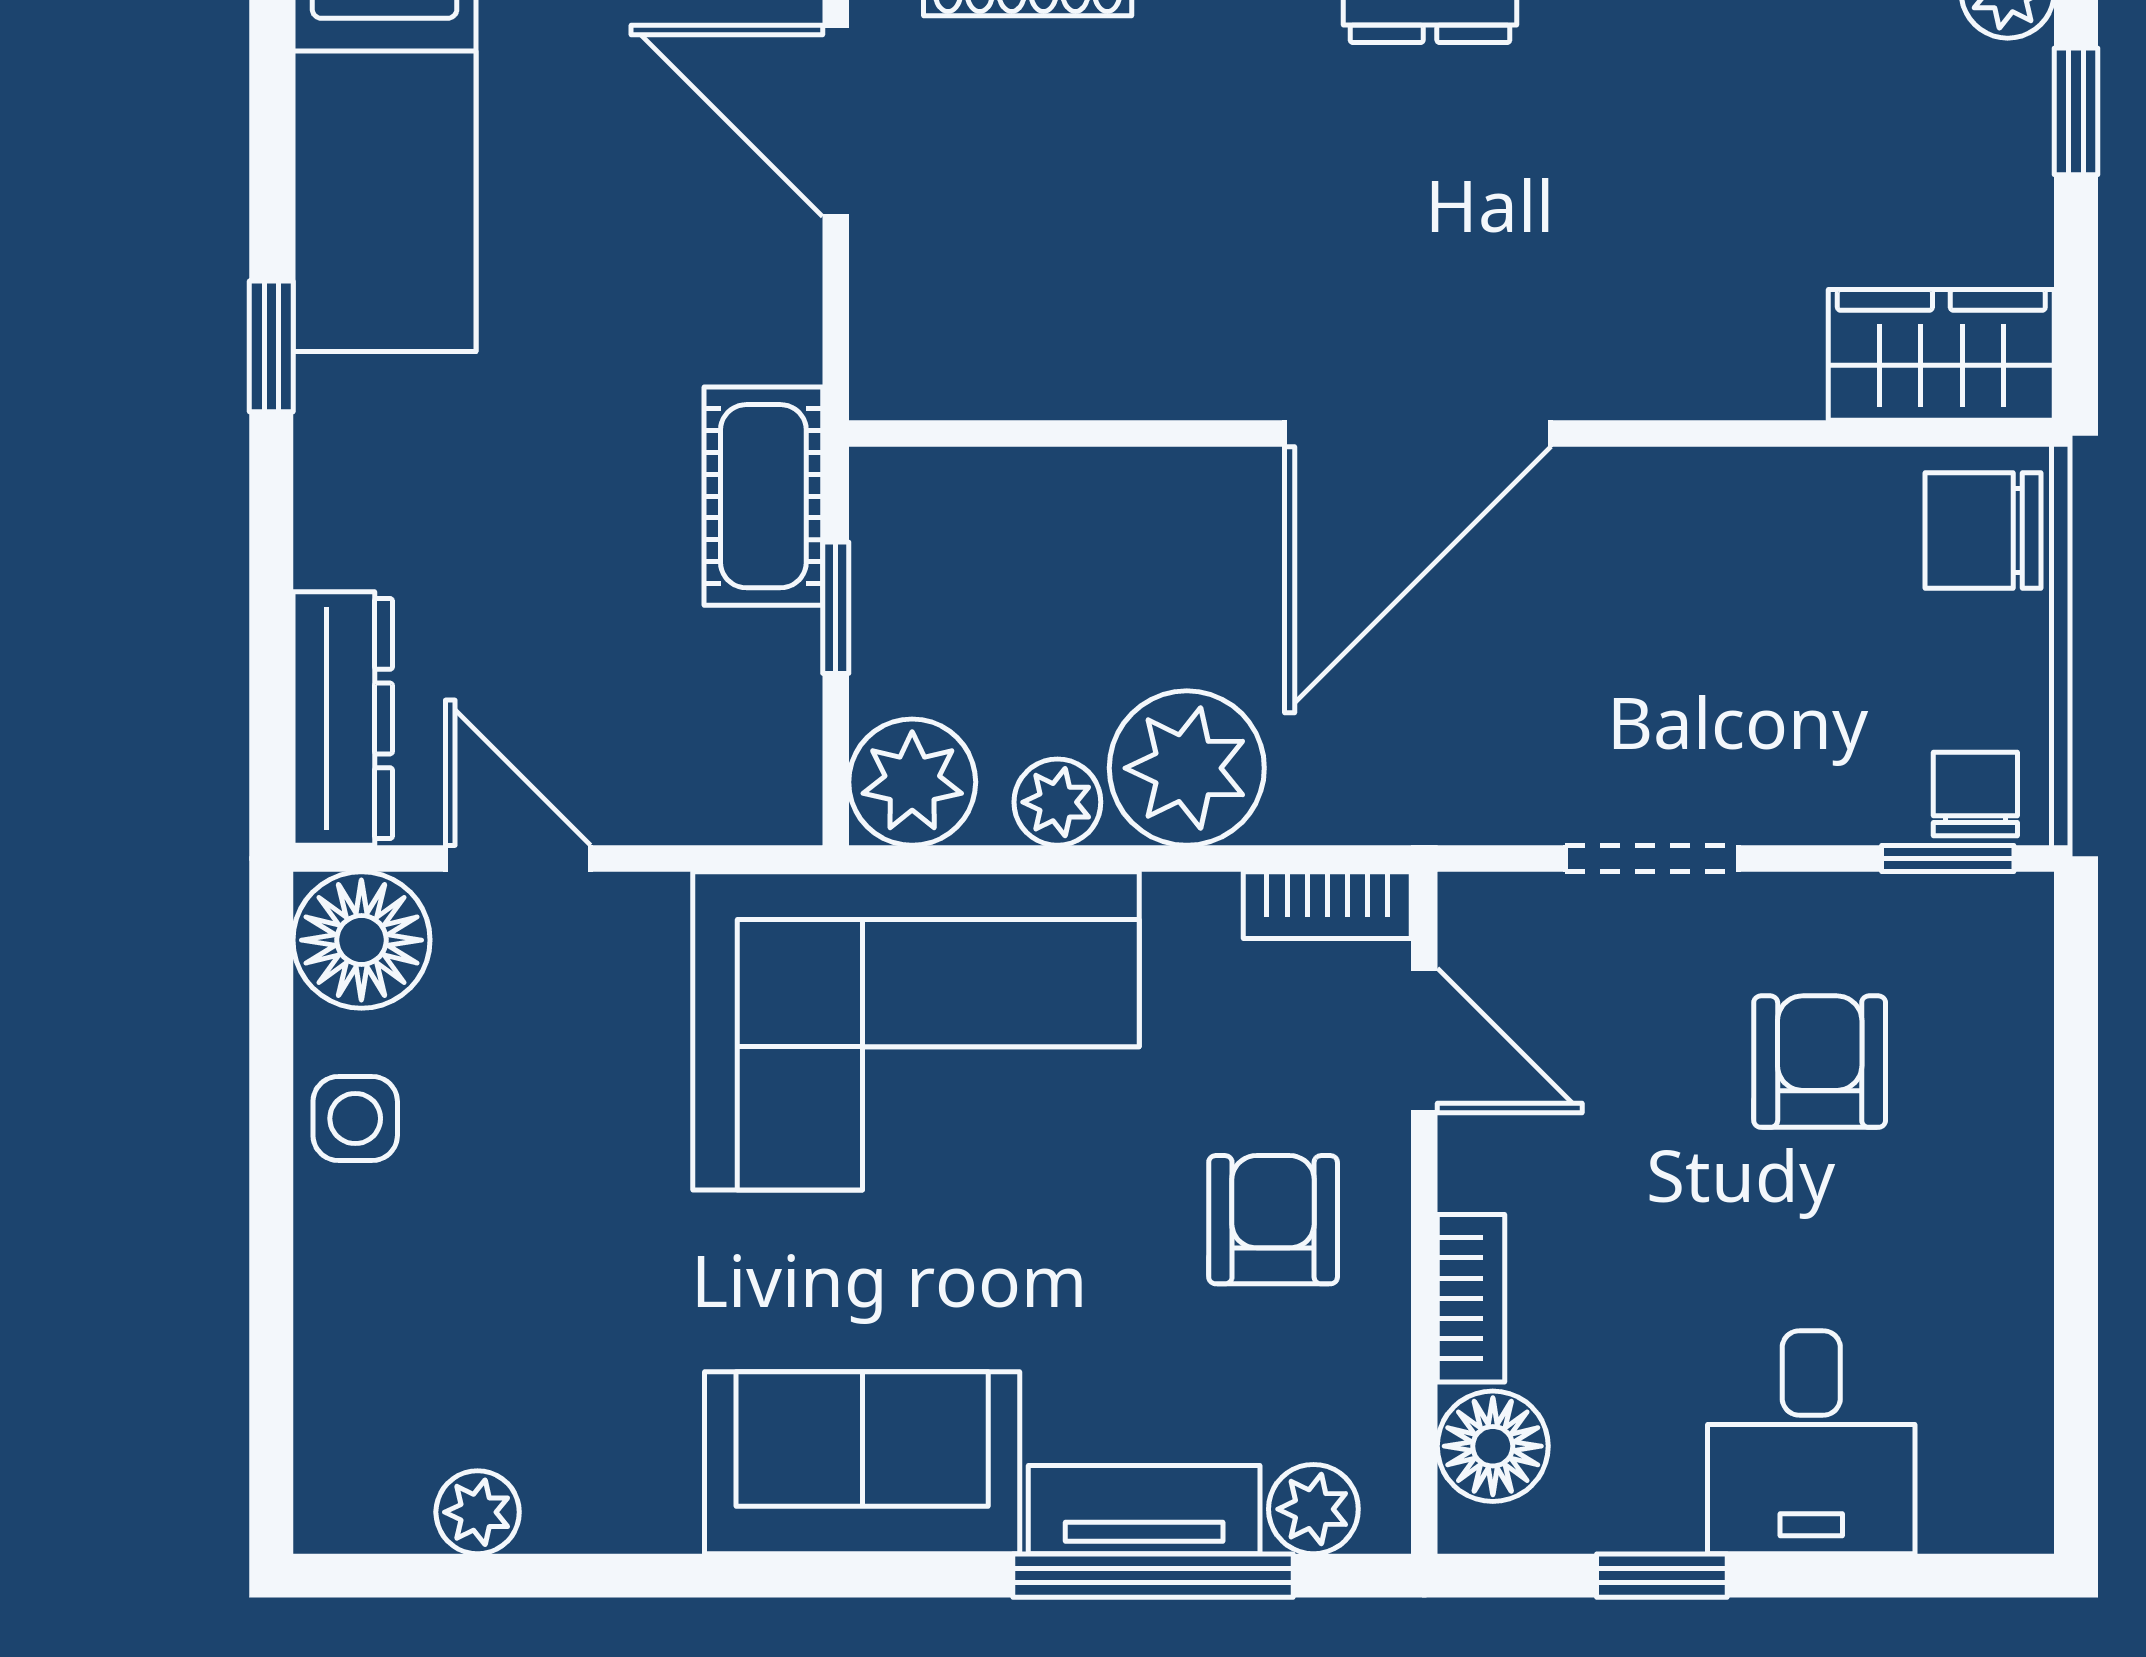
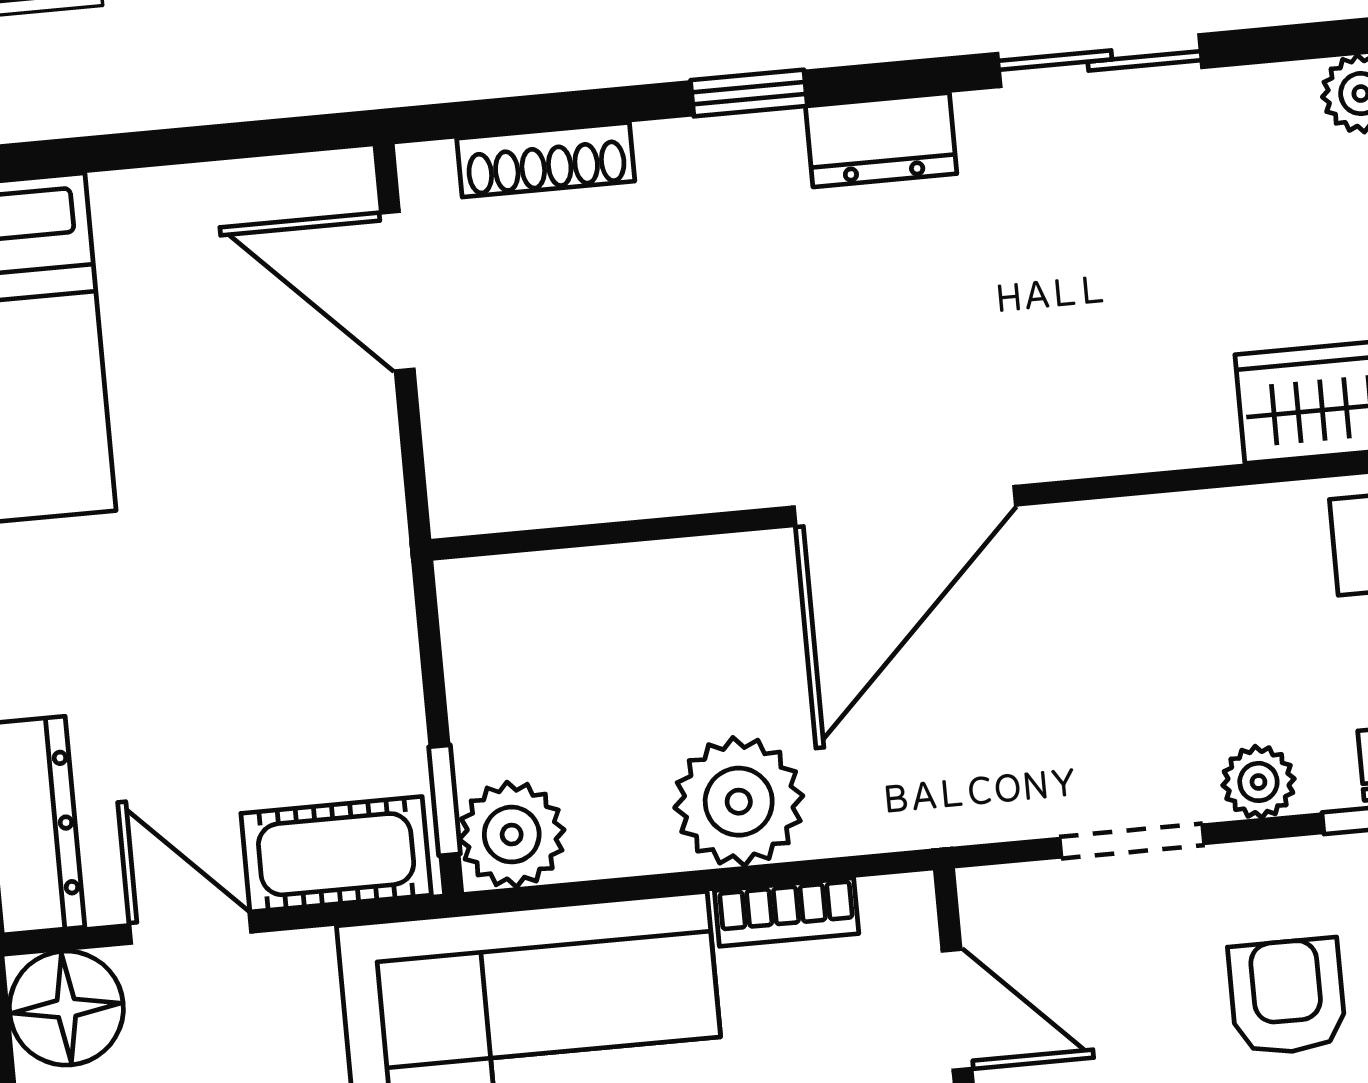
cot: (763, 496) -> (336, 854), moved, turned 90
window: (836, 608) -> (445, 800), moved
plant: (1057, 802) -> (1258, 782), moved
bookcase: (1327, 905) -> (787, 912), moved

